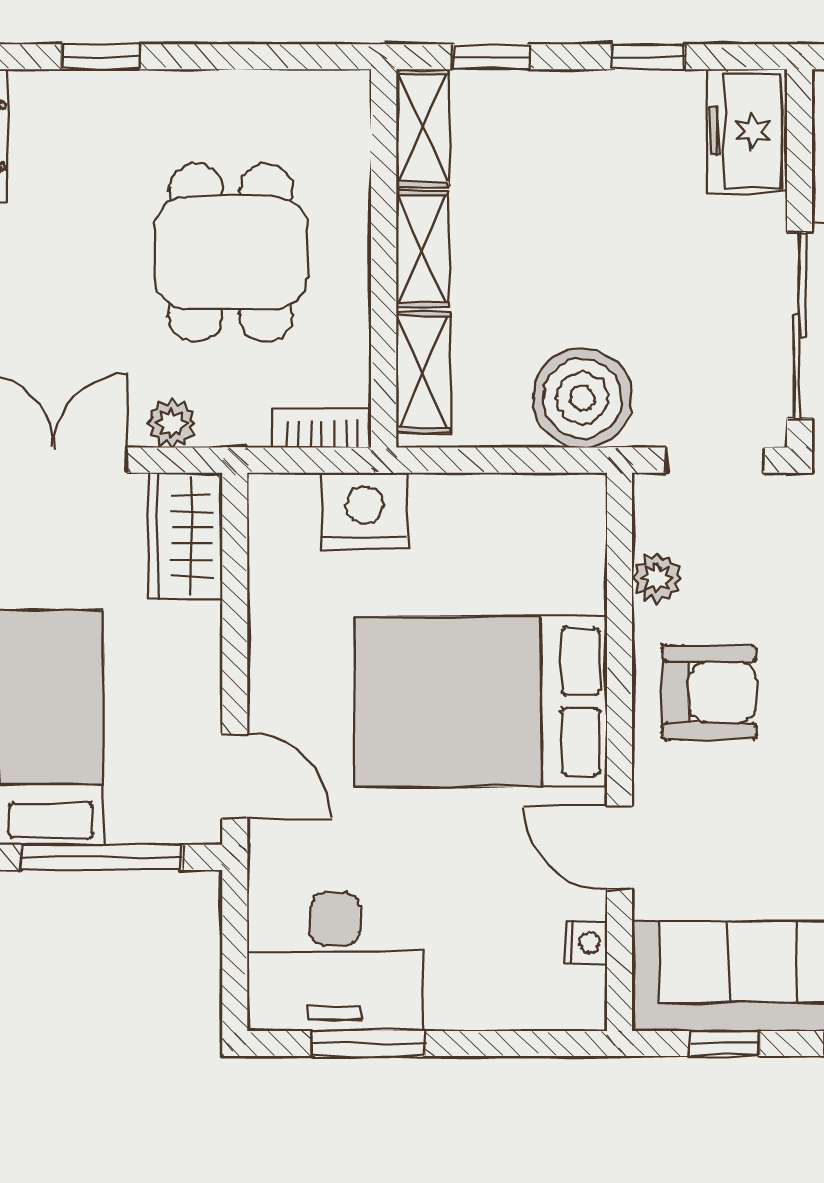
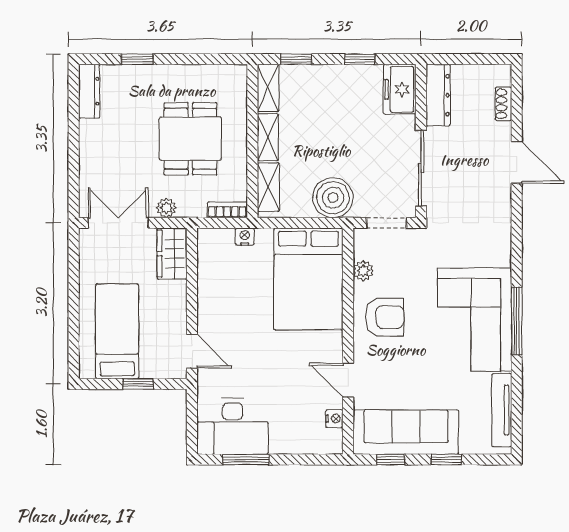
nightstand: (365, 511) -> (245, 237), width x0.53, depth x0.56
bed: (481, 702) -> (308, 279), moved, turned -90
window: (102, 857) -> (138, 384), width x0.46

